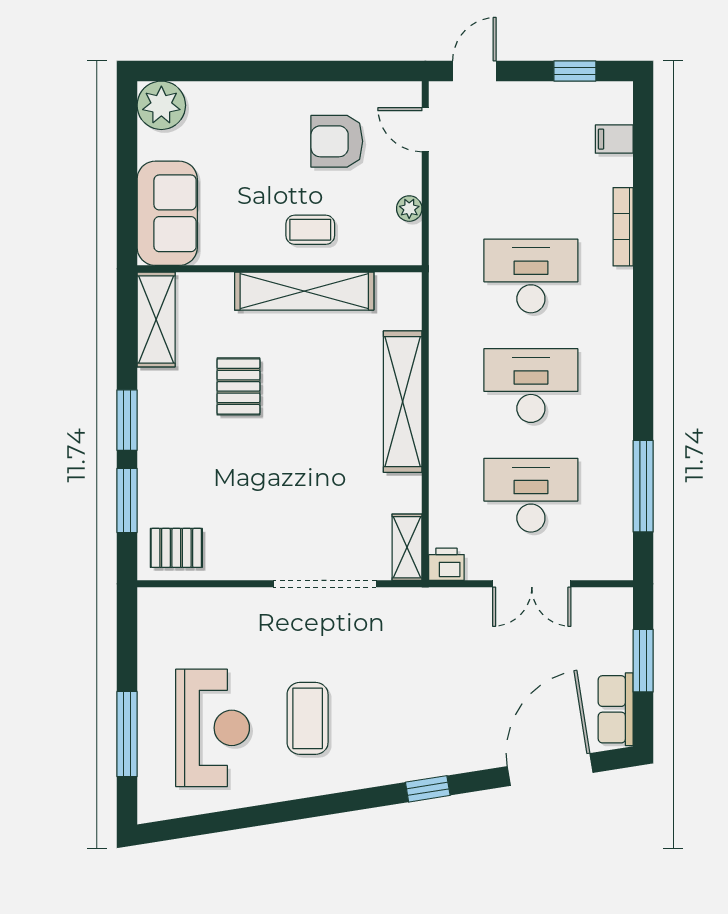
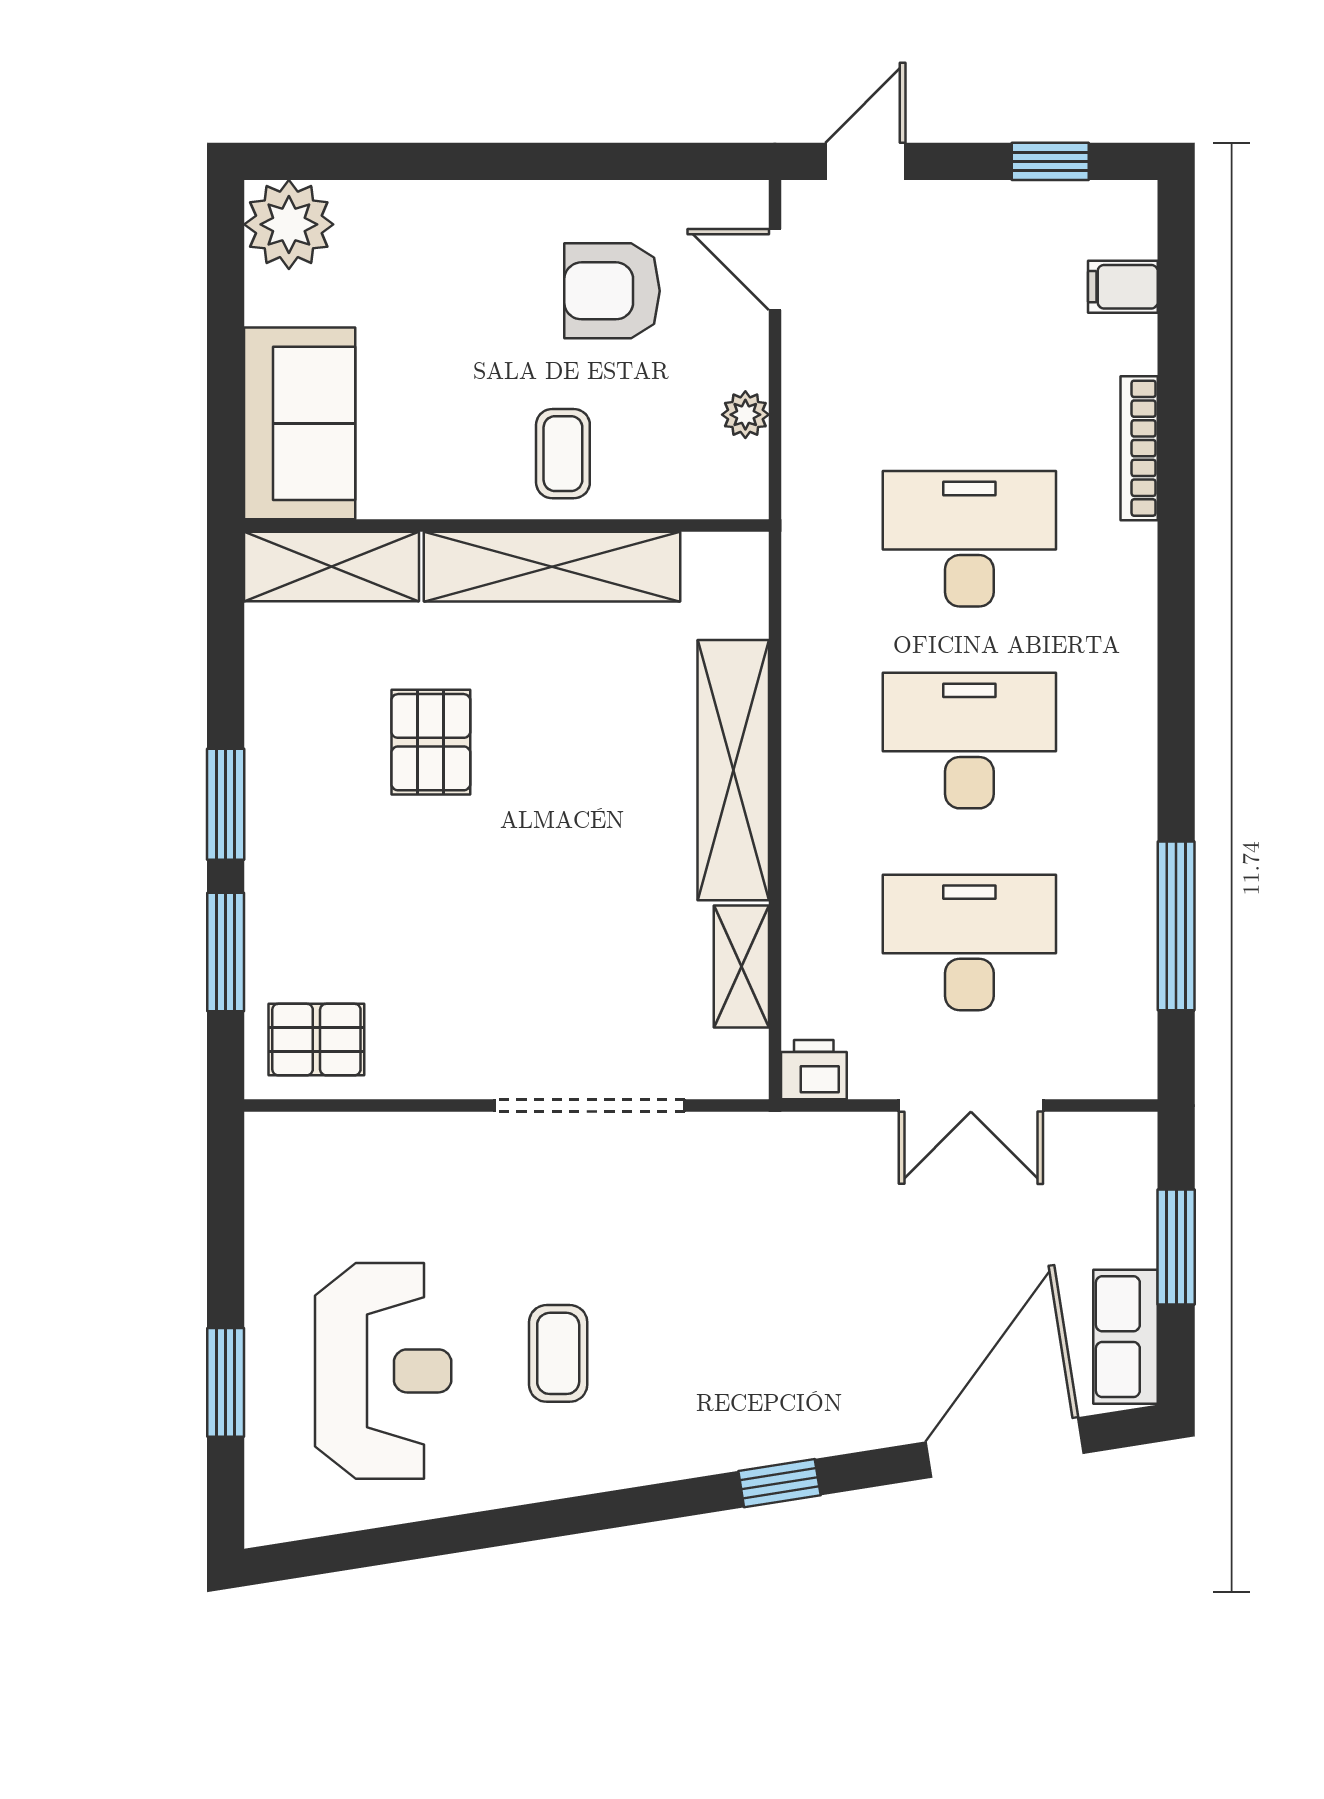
coffee table: (310, 230) -> (563, 454), turned 90
shelving: (156, 320) -> (332, 567), moved, turned 90
shelving: (407, 547) -> (741, 966), moved
coffee table: (308, 718) -> (558, 1353), width x0.73, depth x0.77
window: (127, 734) -> (226, 1382), width x0.69

